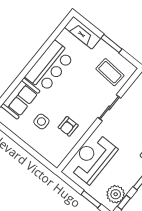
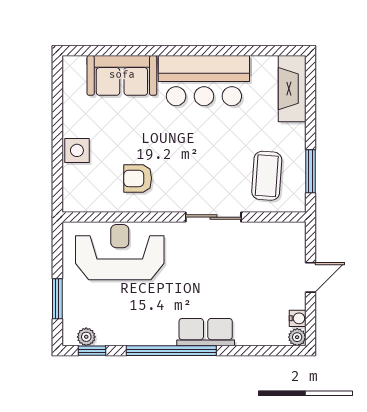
window: (111, 44) -> (311, 171), moved
side table: (41, 121) -> (77, 150), moved
plant: (116, 194) -> (86, 337), width x0.53, depth x0.53

